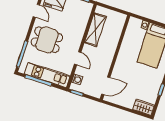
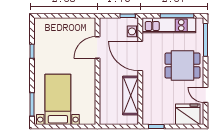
door: (78, 58) -> (140, 56), width x1.87
door: (106, 86) -> (97, 48), moved
wardrobe: (144, 107) -> (46, 25), removed

